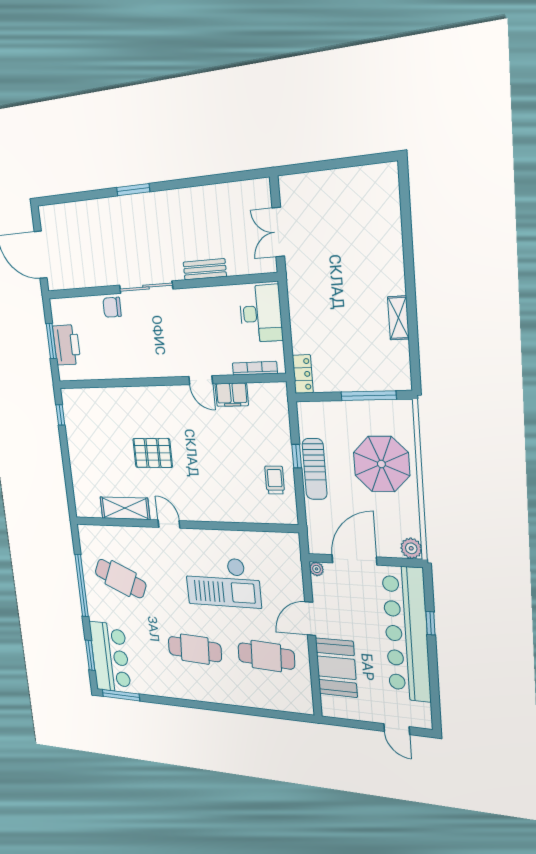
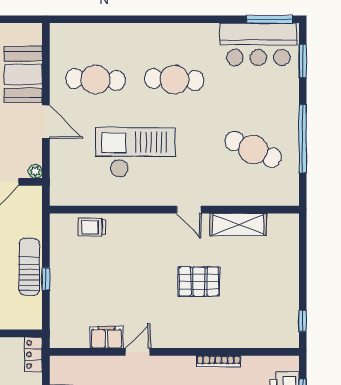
bookcase: (255, 368) -> (218, 361), moved
door: (201, 380) -> (138, 352), hinge flipped
trolley: (275, 480) -> (92, 227), moved, turned 90
door: (310, 619) -> (46, 122), hinge flipped
bar counter: (110, 657) -> (258, 44), moved, turned -90

